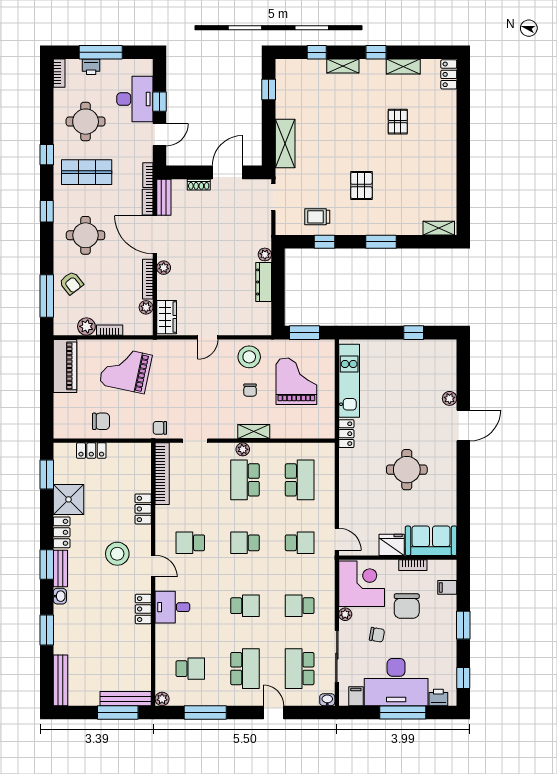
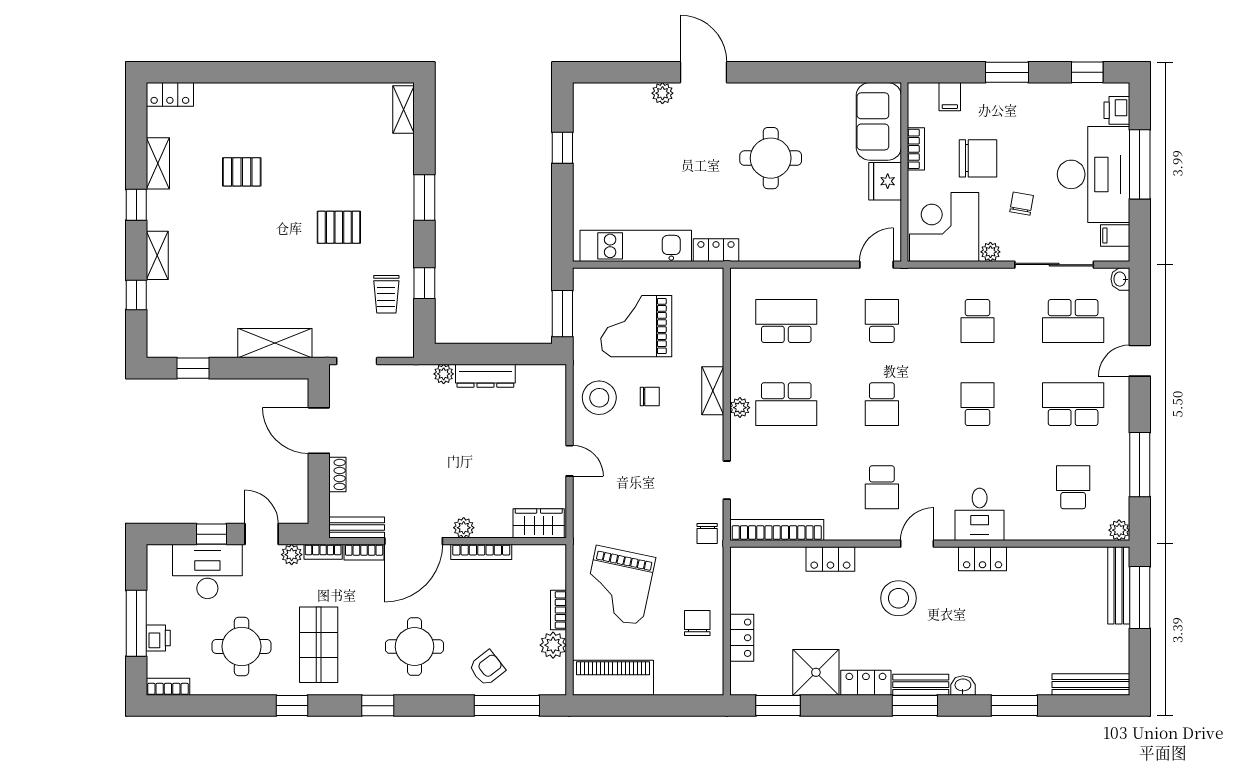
plant: (146, 307) -> (292, 555), moved

